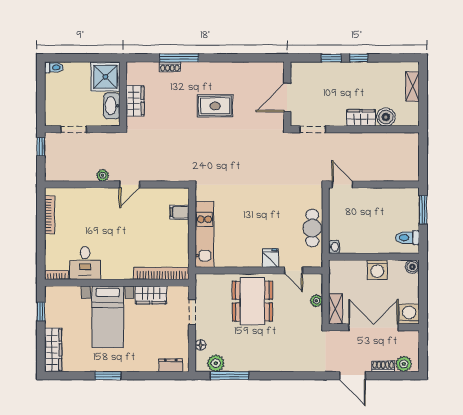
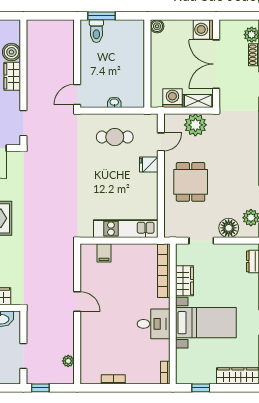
plant: (103, 175) -> (68, 361), moved
bookcase: (50, 215) -> (113, 379), width x0.64
cafe table: (312, 228) -> (115, 137), moved
toilet: (407, 238) -> (96, 31), moved
washbasin: (334, 247) -> (114, 102), moved
desk: (85, 263) -> (154, 324), moved
washing machine: (377, 270) -> (172, 98), moved, turned -90
dining table: (252, 301) -> (191, 182), width x0.73
plant: (316, 301) -> (195, 125), width x1.87, depth x1.87
floor lamp: (200, 345) -> (229, 228), width x1.89, depth x1.89

